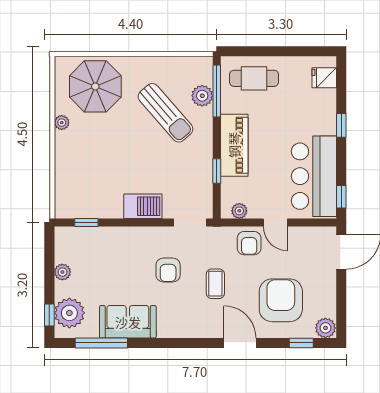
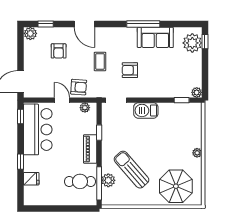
cafe table: (254, 78) -> (80, 181), moved
fridge: (324, 78) -> (31, 179), moved
plant: (62, 123) -> (197, 153), moved
piano: (234, 145) -> (90, 149), width x0.73, depth x0.75
armchair: (249, 243) -> (79, 87), turned 94
armchair: (168, 270) -> (130, 70), turned -90
plant: (62, 272) -> (197, 92), moved
armchair: (281, 300) -> (59, 51), width x0.53, depth x0.53
window: (101, 343) -> (143, 24), moved

